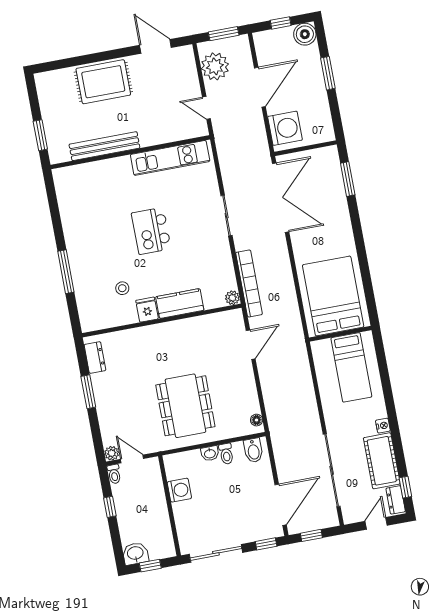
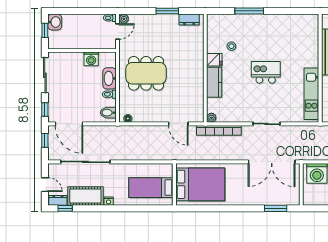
washbasin: (210, 453) -> (110, 78), width x1.91, depth x1.45
window: (110, 507) -> (89, 11), removed

